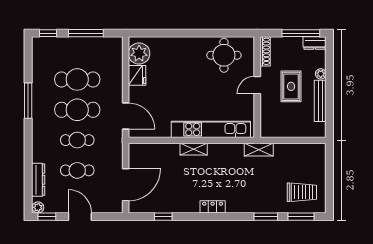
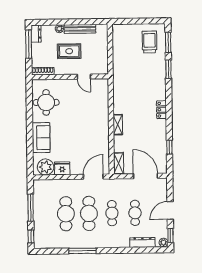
sofa: (178, 48) -> (41, 138), added
door: (257, 85) -> (84, 77), moved
kitchen unit: (211, 129) -> (103, 112), removed
shelving: (259, 150) -> (119, 163), moved

